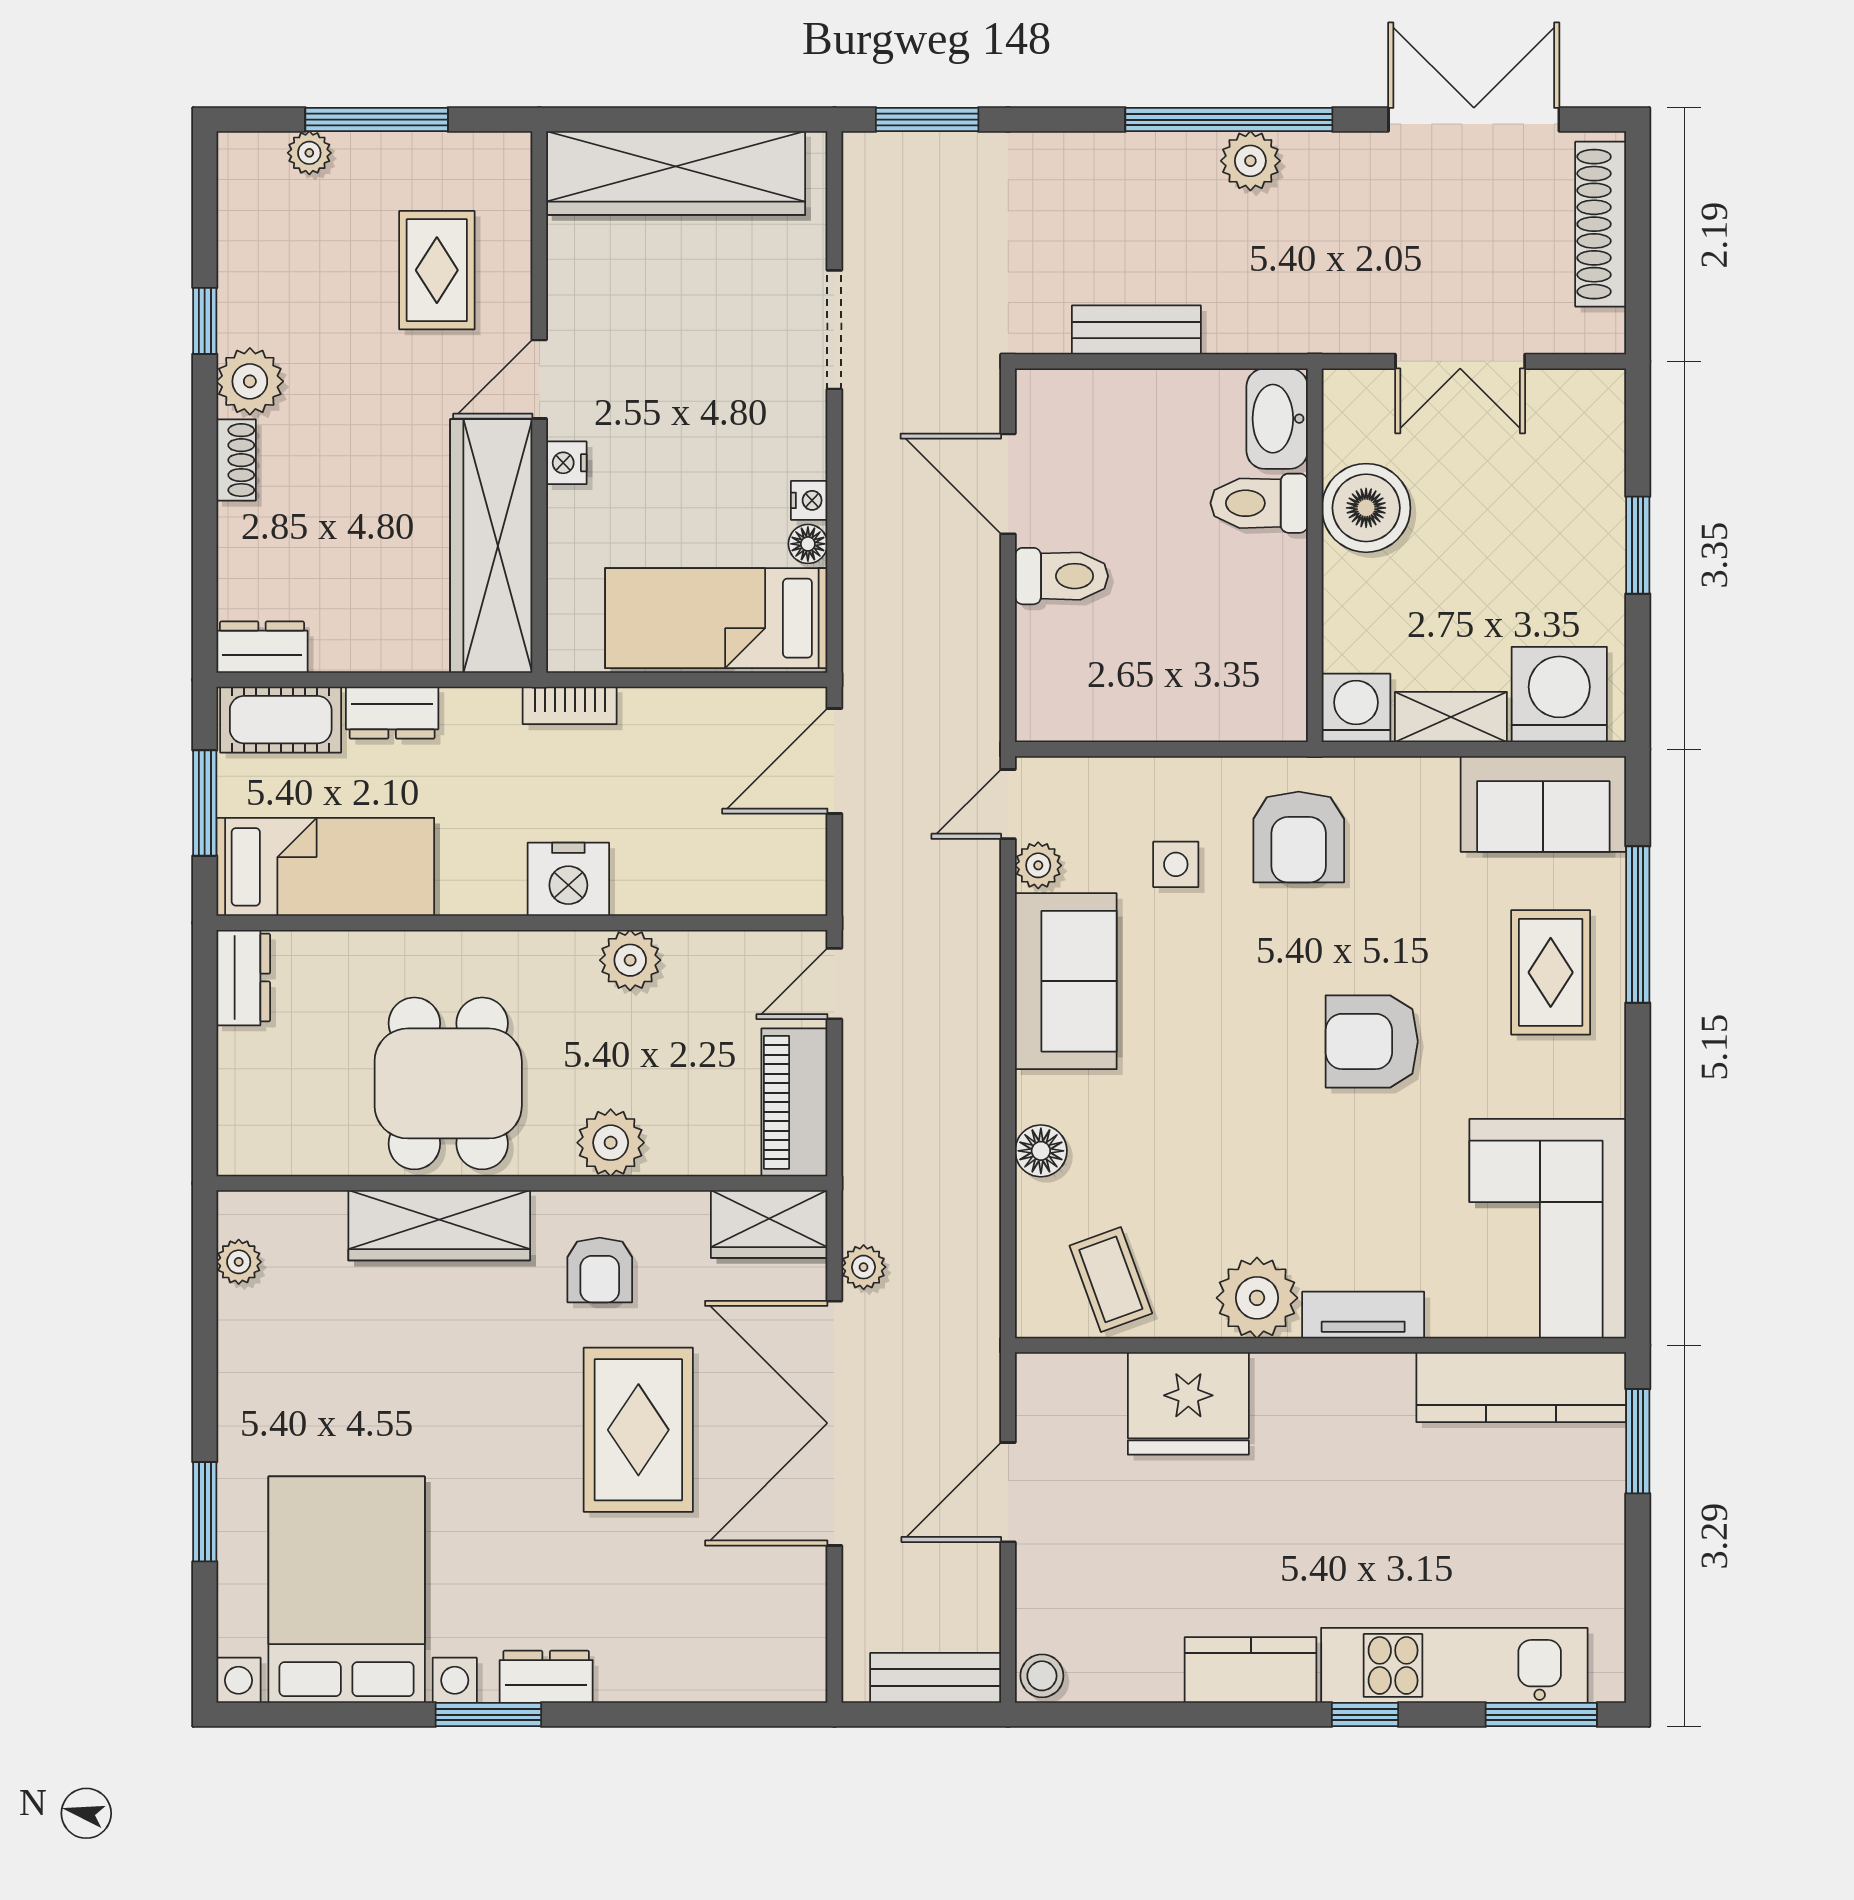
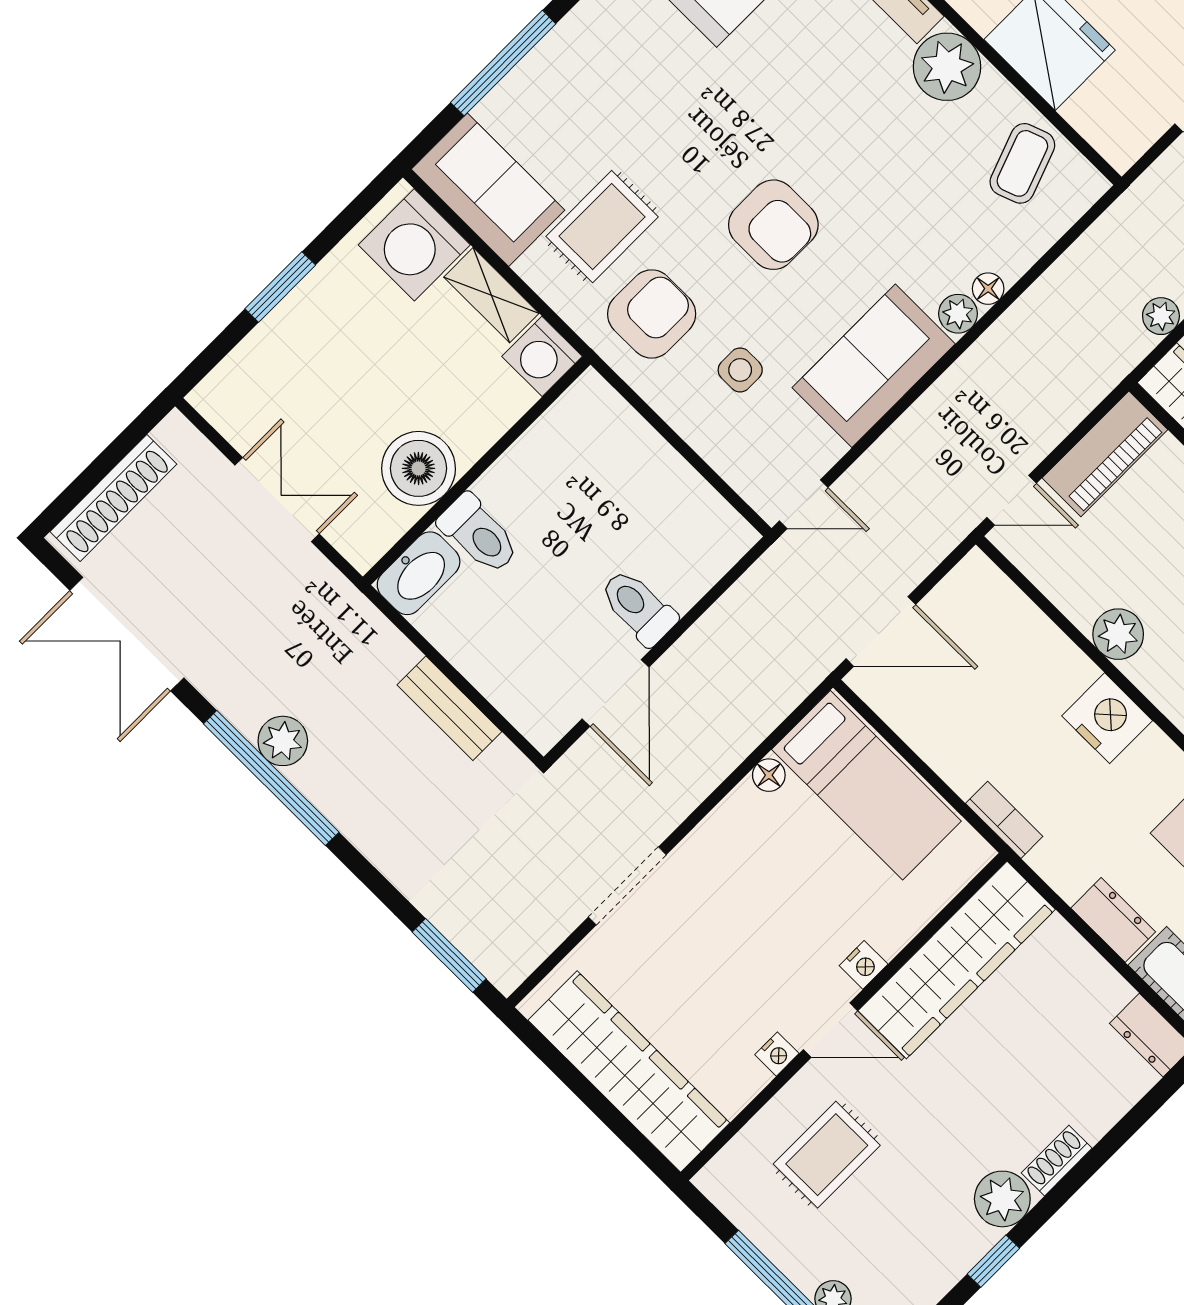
nightstand: (809, 500) -> (777, 1054), moved, turned 180
plant: (1038, 865) -> (958, 314), moved
rug: (1551, 972) -> (602, 227), moved
armchair: (1372, 1041) -> (773, 225), moved
floor lamp: (1041, 1151) -> (988, 289), width x0.73, depth x0.73

